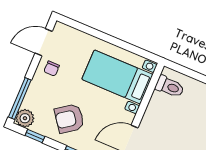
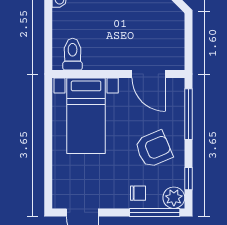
chair: (52, 69) -> (138, 193), moved
armchair: (69, 119) -> (154, 149), turned -77

